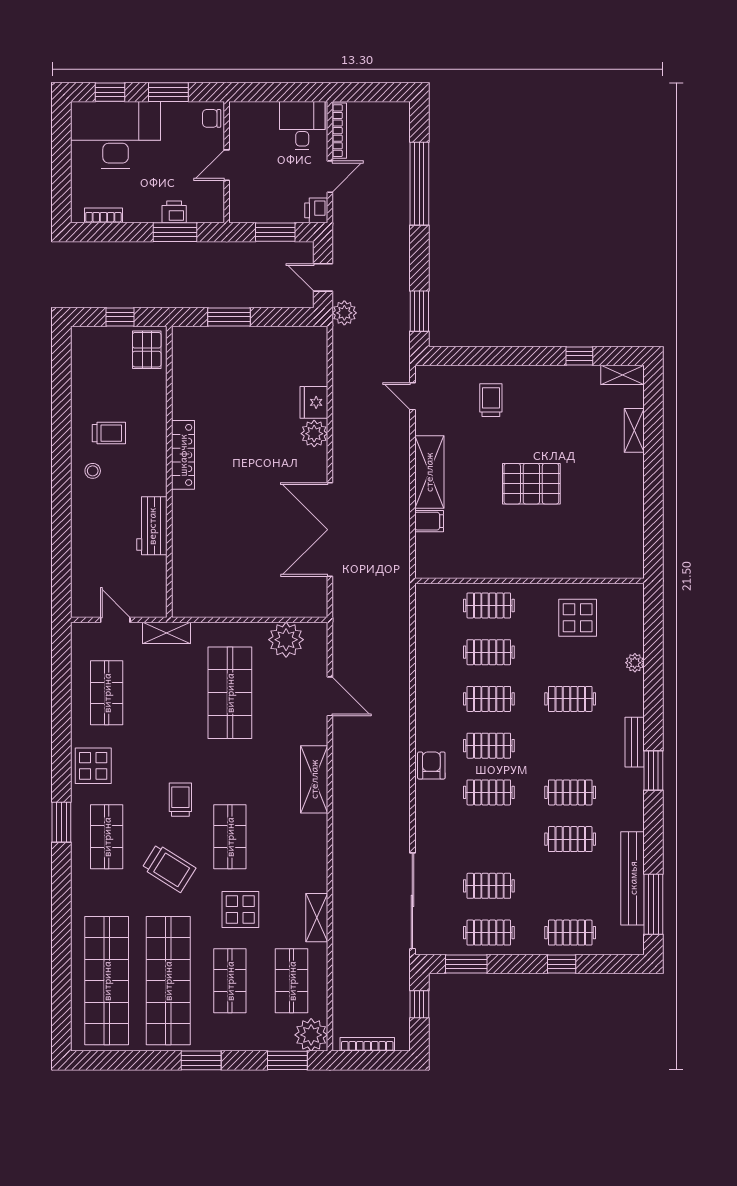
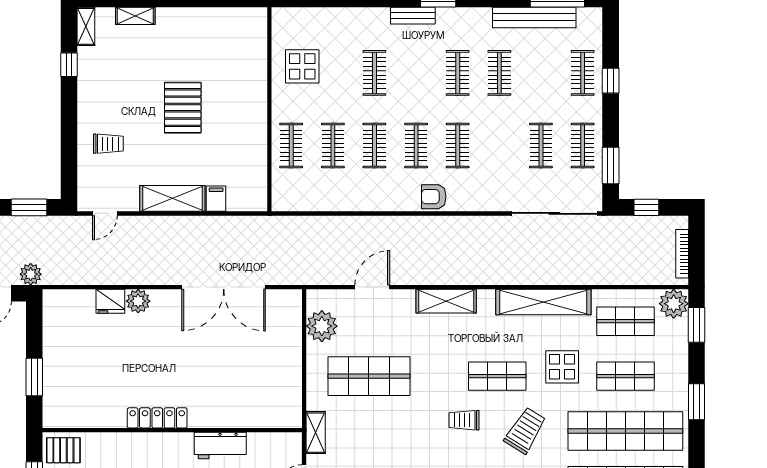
trolley: (491, 400) -> (108, 144), turned 180
plant: (635, 663) -> (342, 15), removed
shelving: (317, 918) -> (543, 302), width x2.20, depth x1.33

